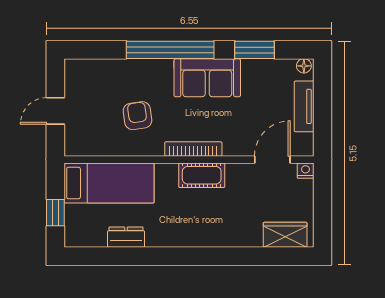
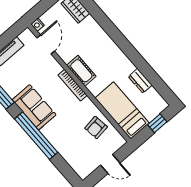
armchair: (137, 116) -> (96, 128), moved
door: (272, 160) -> (46, 44), swing flipped

